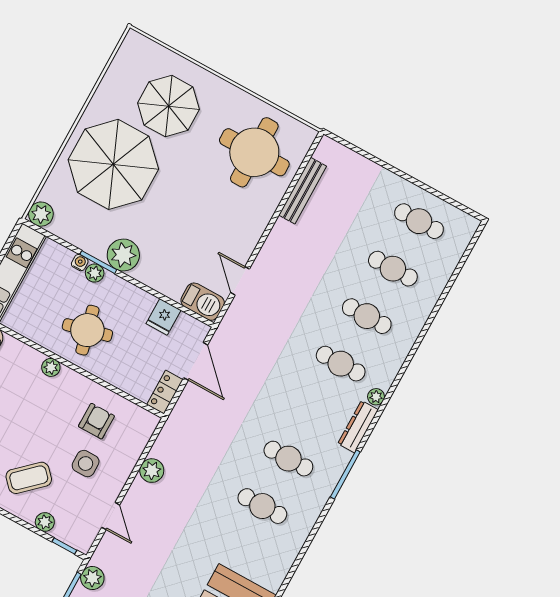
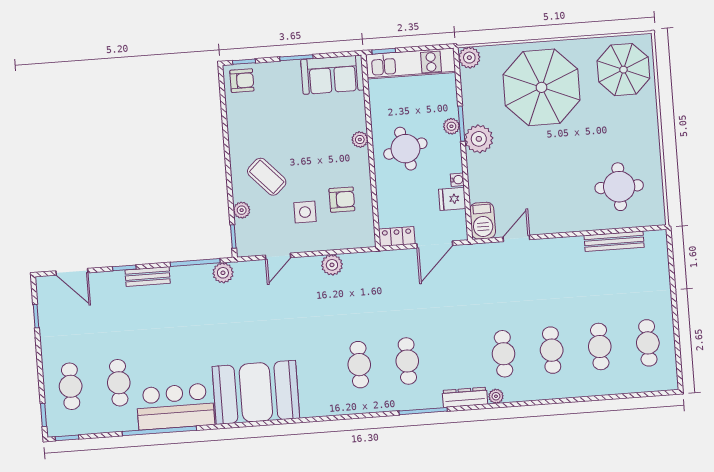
parasol: (169, 106) -> (623, 70), moved
round table: (254, 152) -> (619, 187), width x0.73, depth x0.73
water cooler: (80, 263) -> (457, 180), moved

